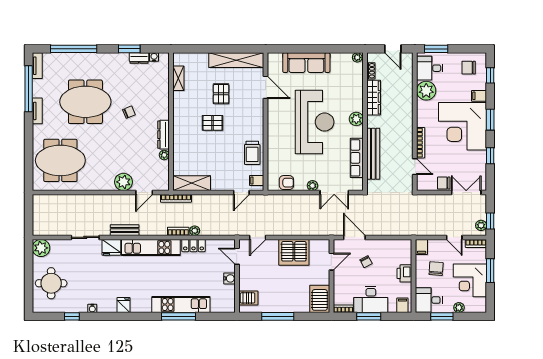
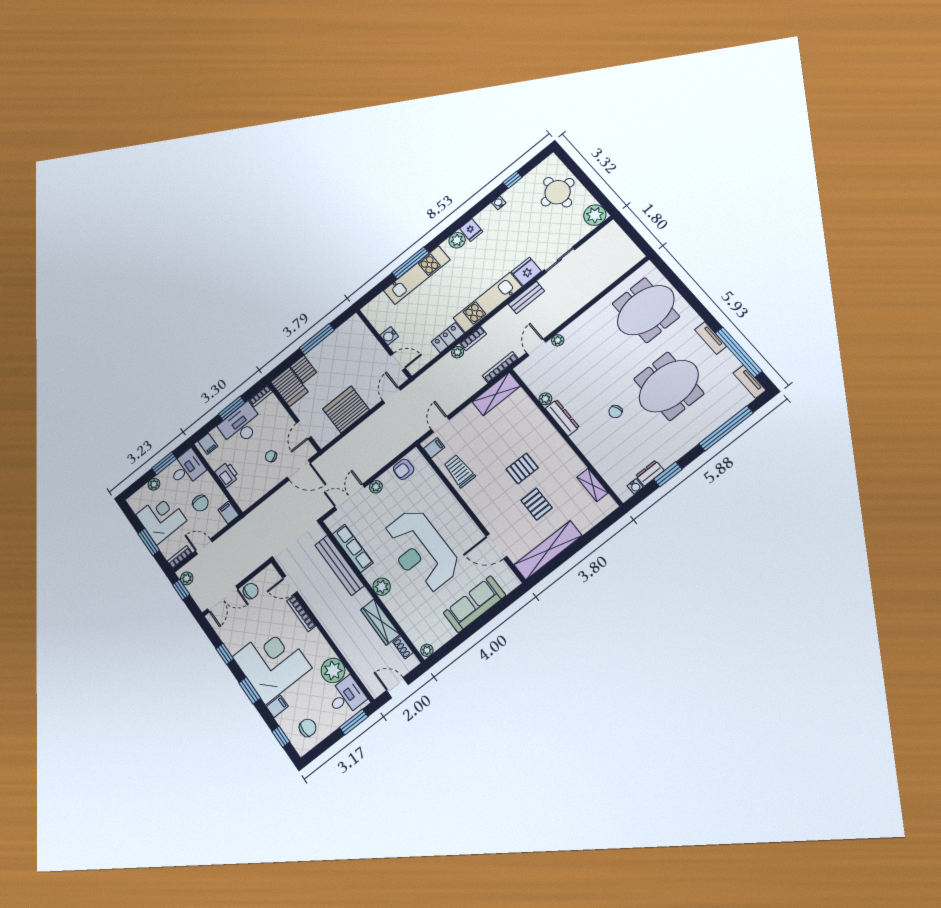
plant: (123, 182) -> (558, 340), width x0.53, depth x0.53
server rack: (248, 298) -> (303, 369), moved, turned -90
plant: (138, 306) -> (457, 240), added

